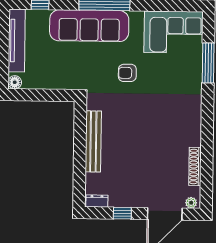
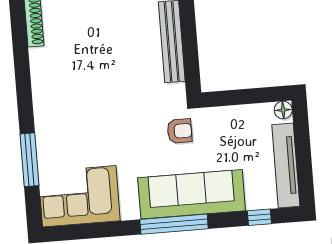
armchair: (127, 73) -> (180, 131), moved

